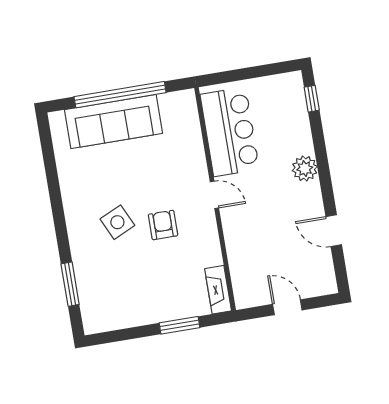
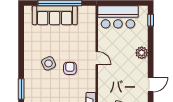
bar counter: (230, 132) -> (118, 17), moved, turned 90
door: (334, 231) -> (151, 85), swing flipped

